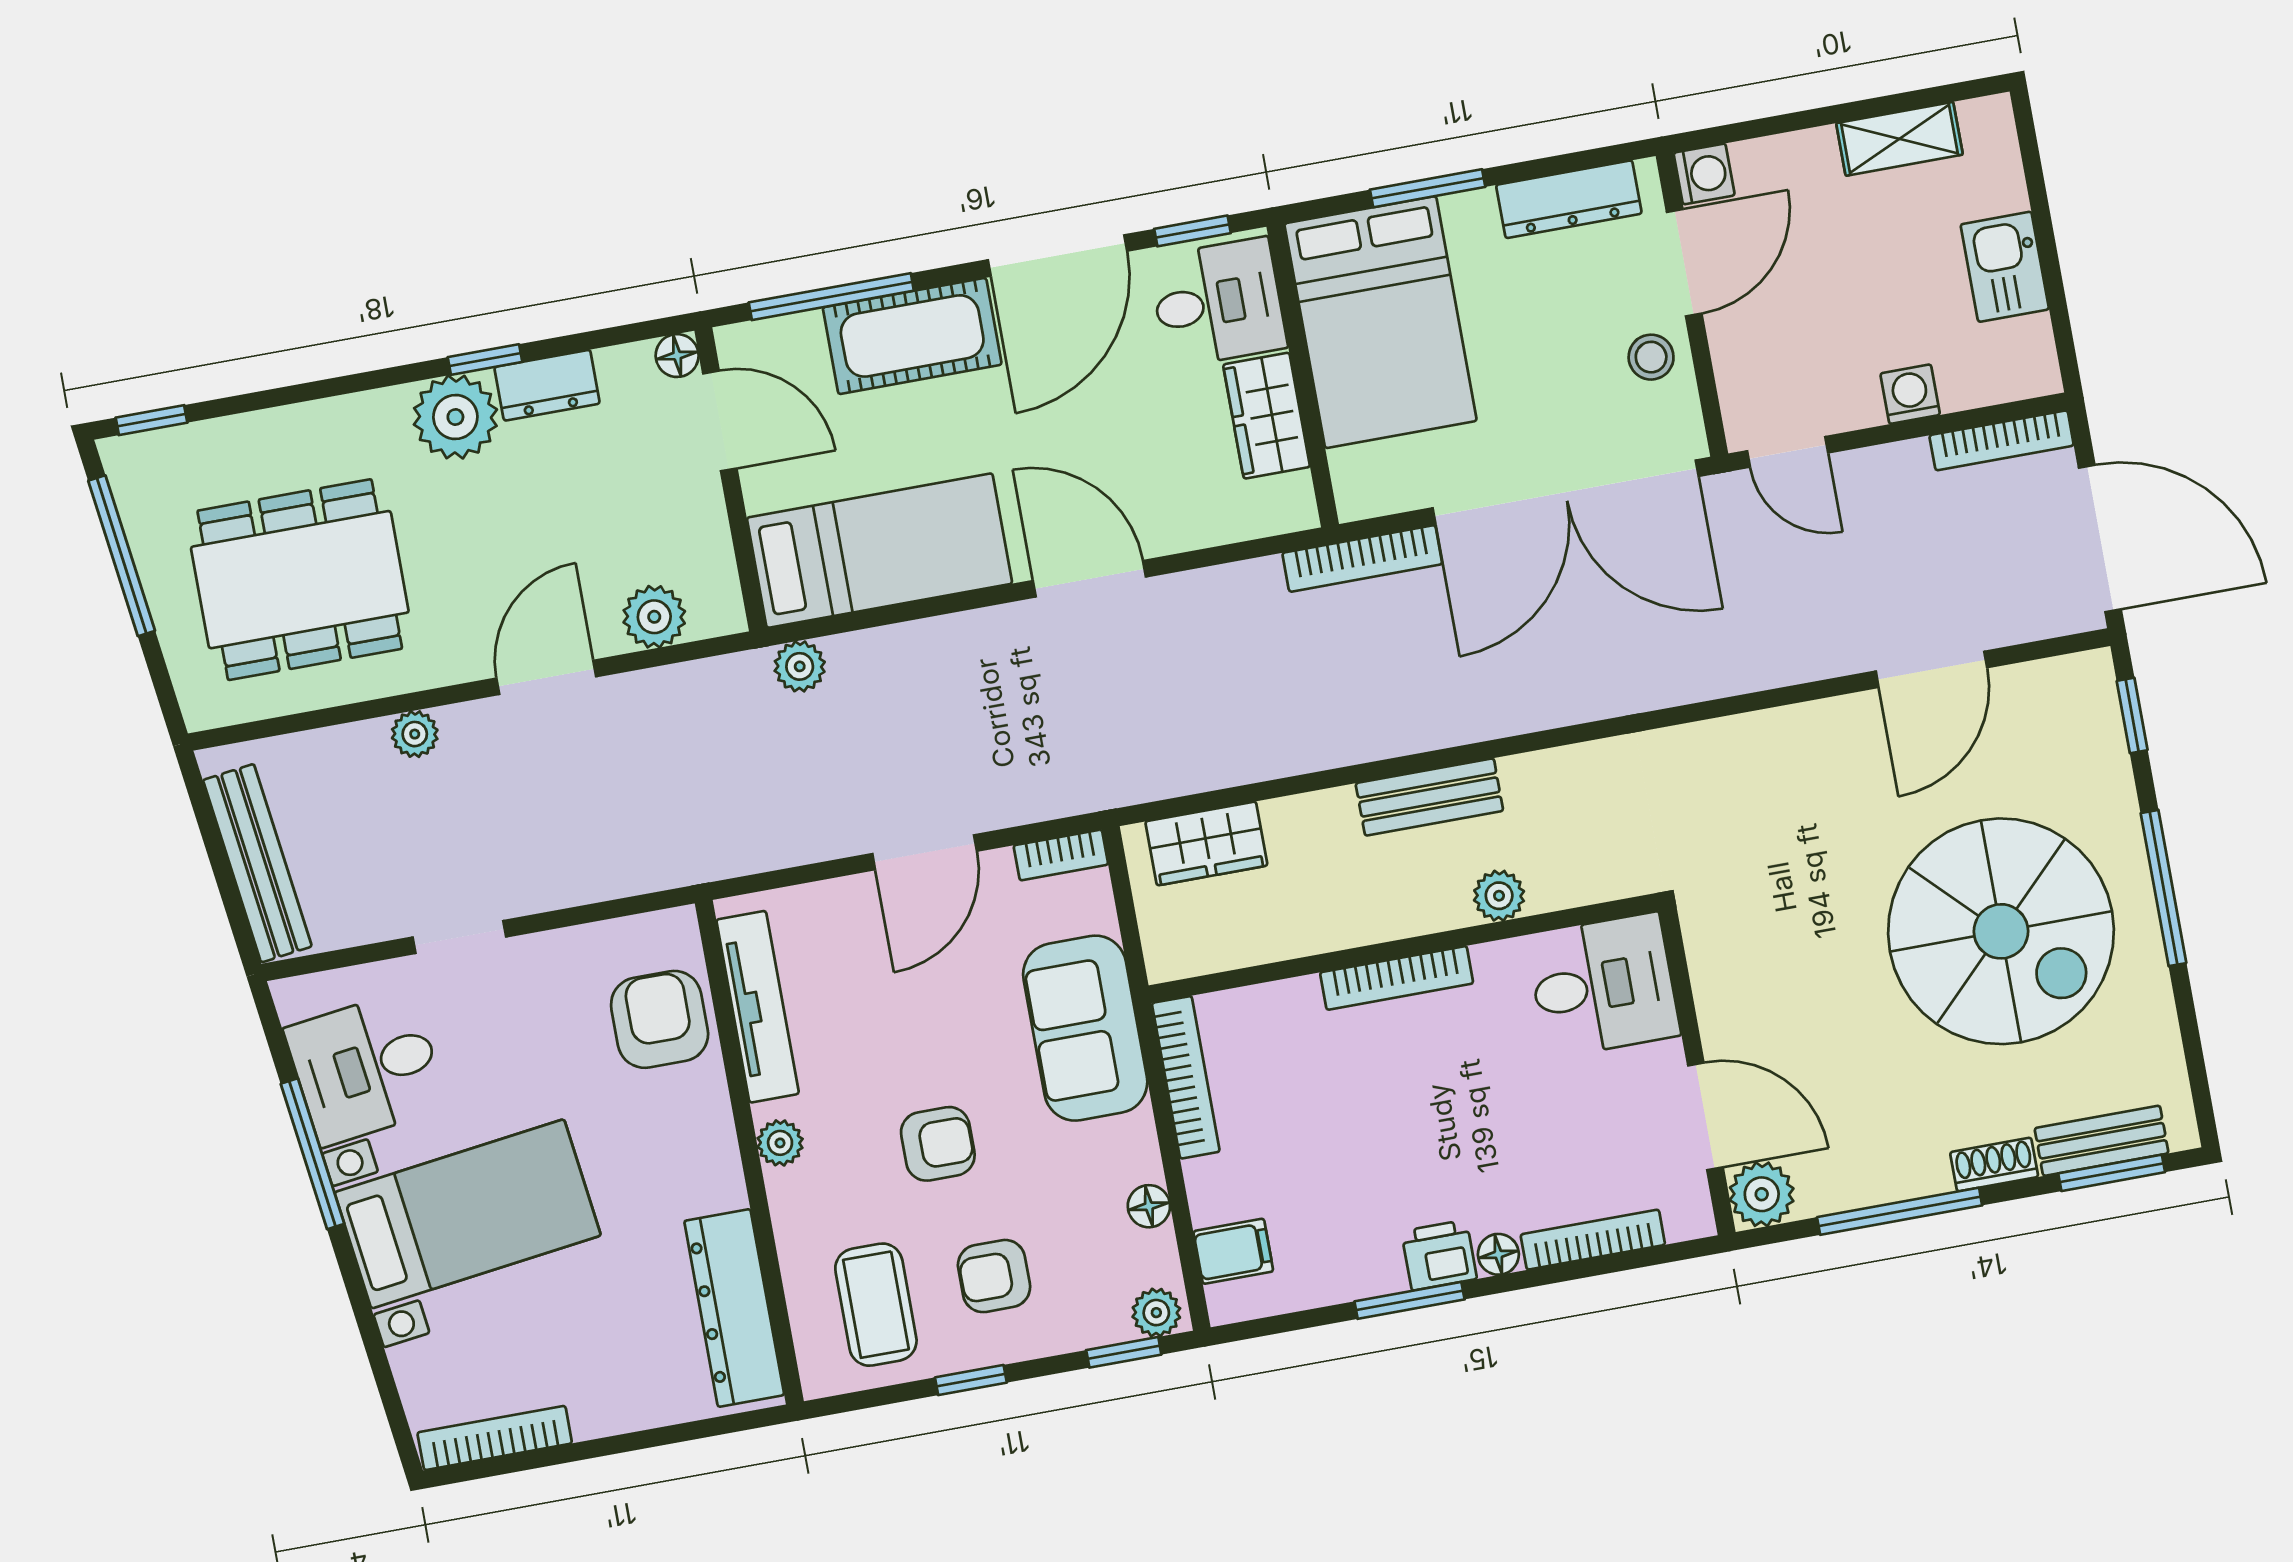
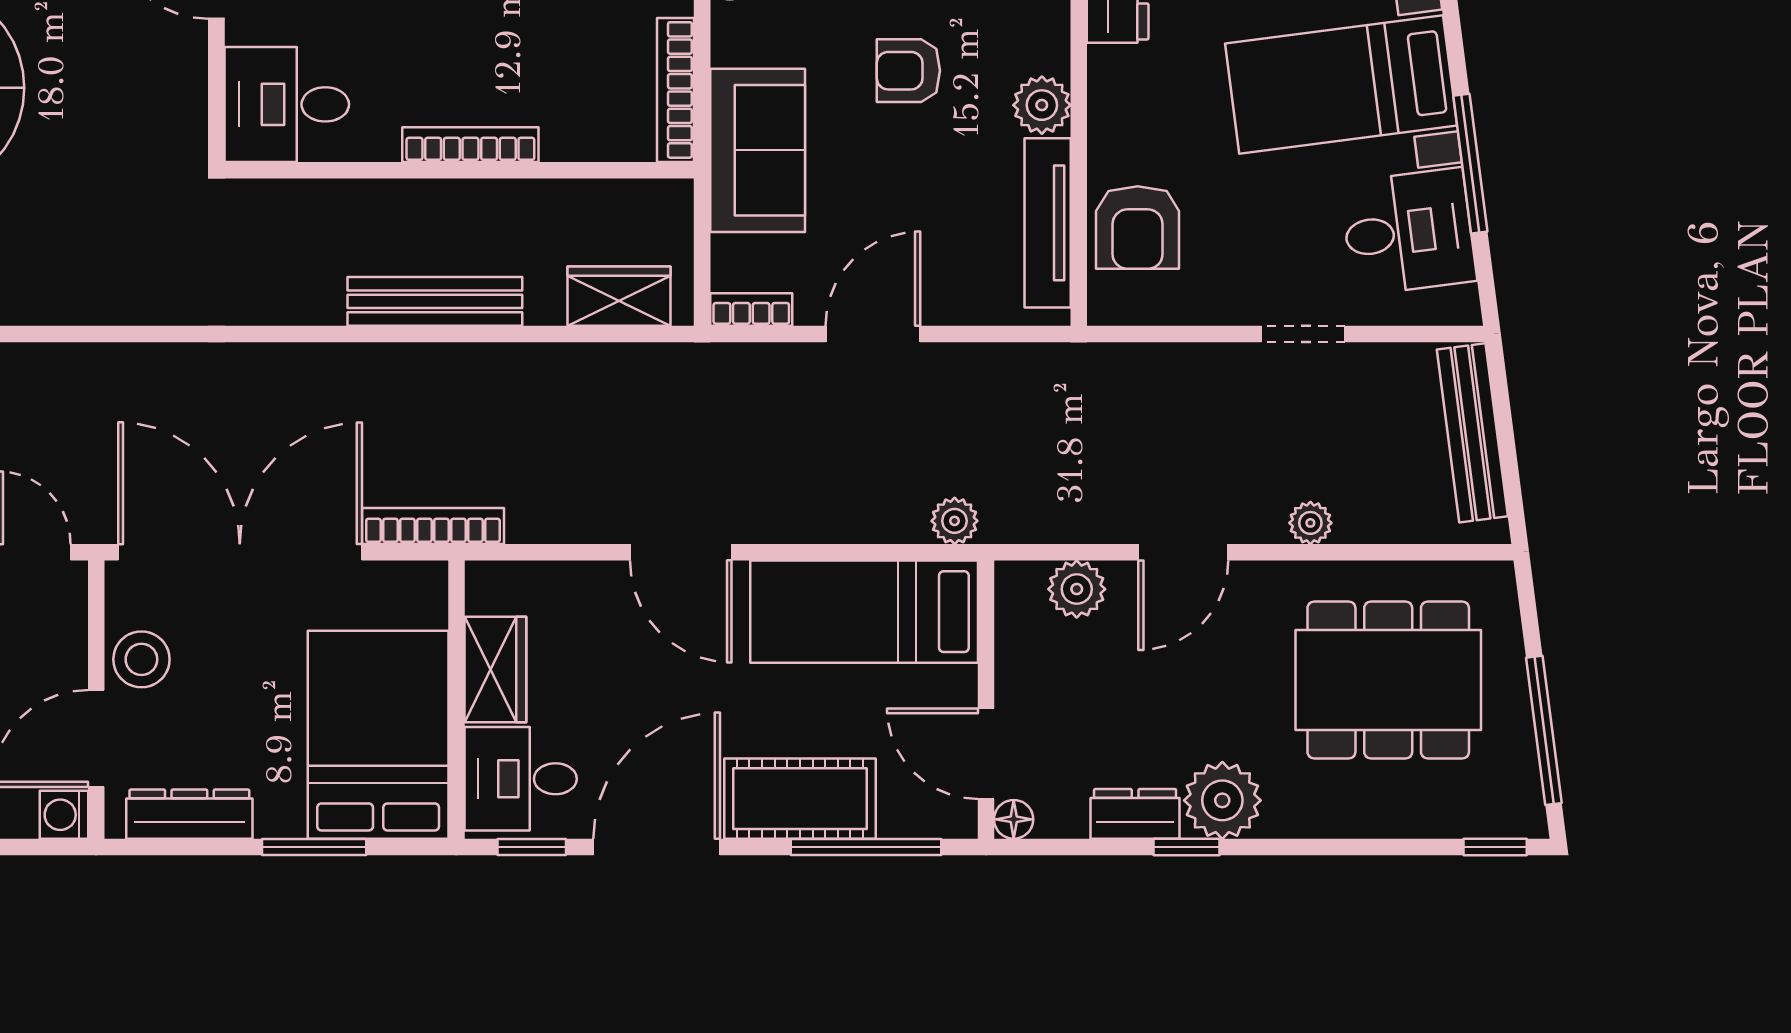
stool: (1651, 357) -> (141, 659), width x1.37, depth x1.37
bench: (1429, 797) -> (435, 301), width x1.36
plant: (1499, 896) -> (365, 202), removed
plant: (780, 1143) -> (1042, 105), width x1.38, depth x1.38

